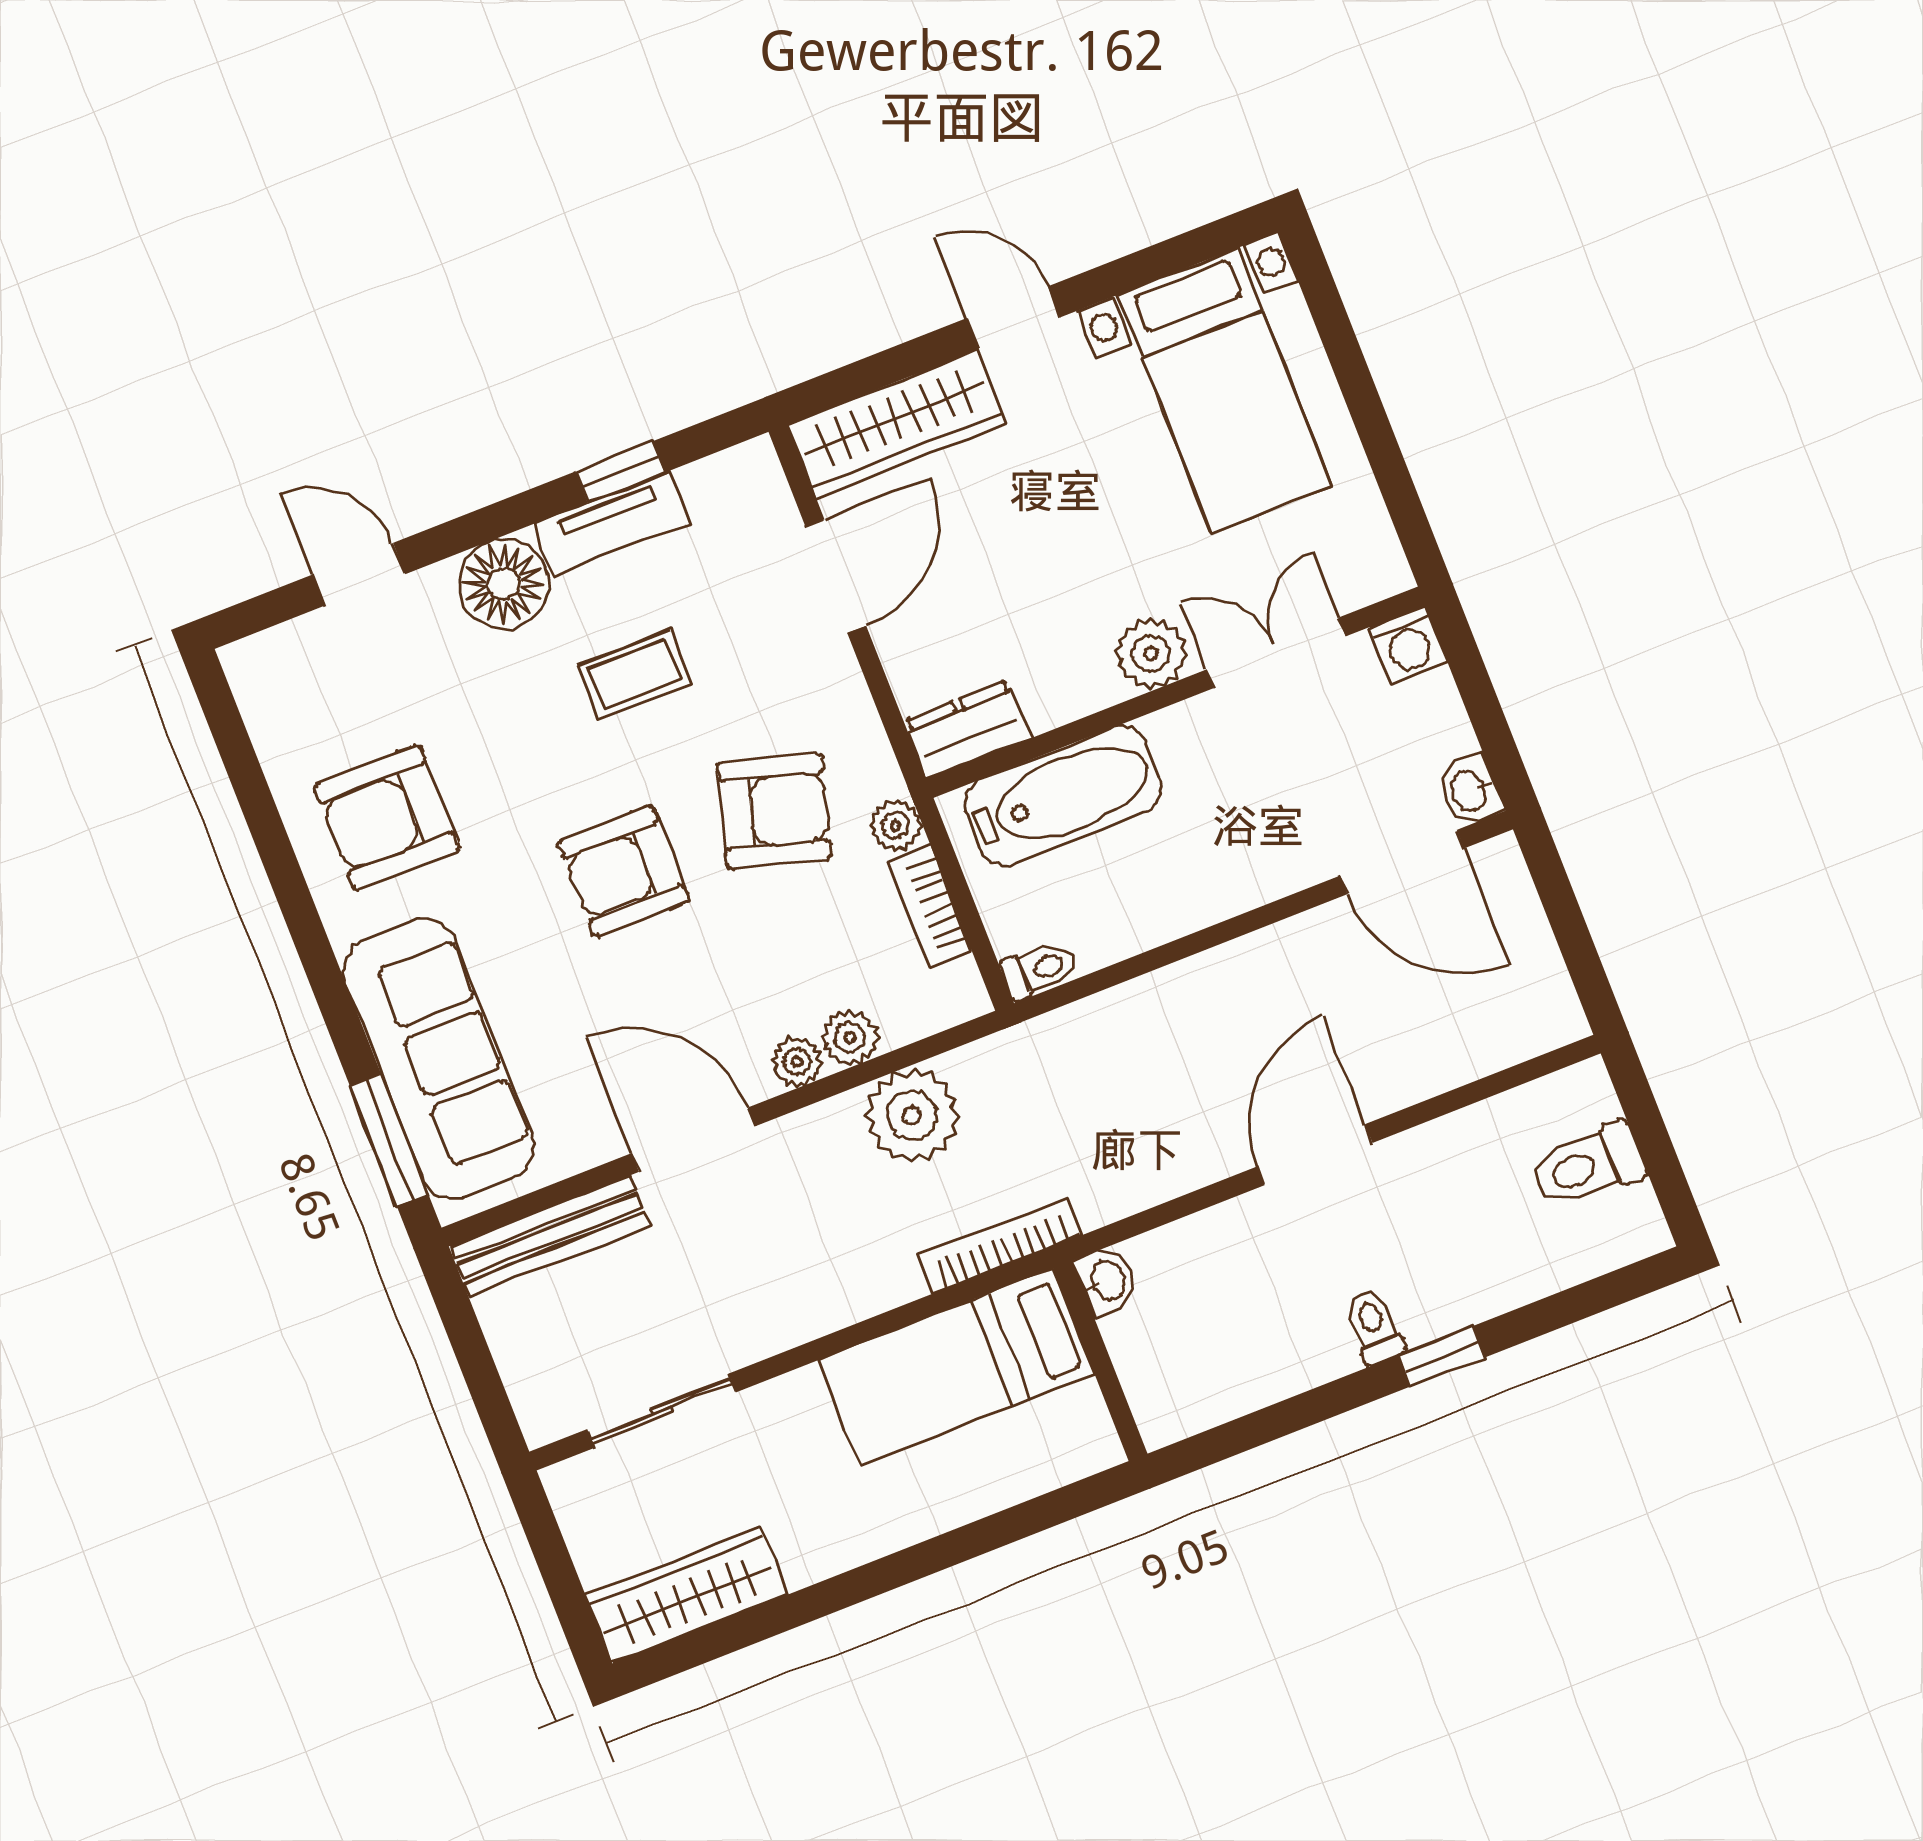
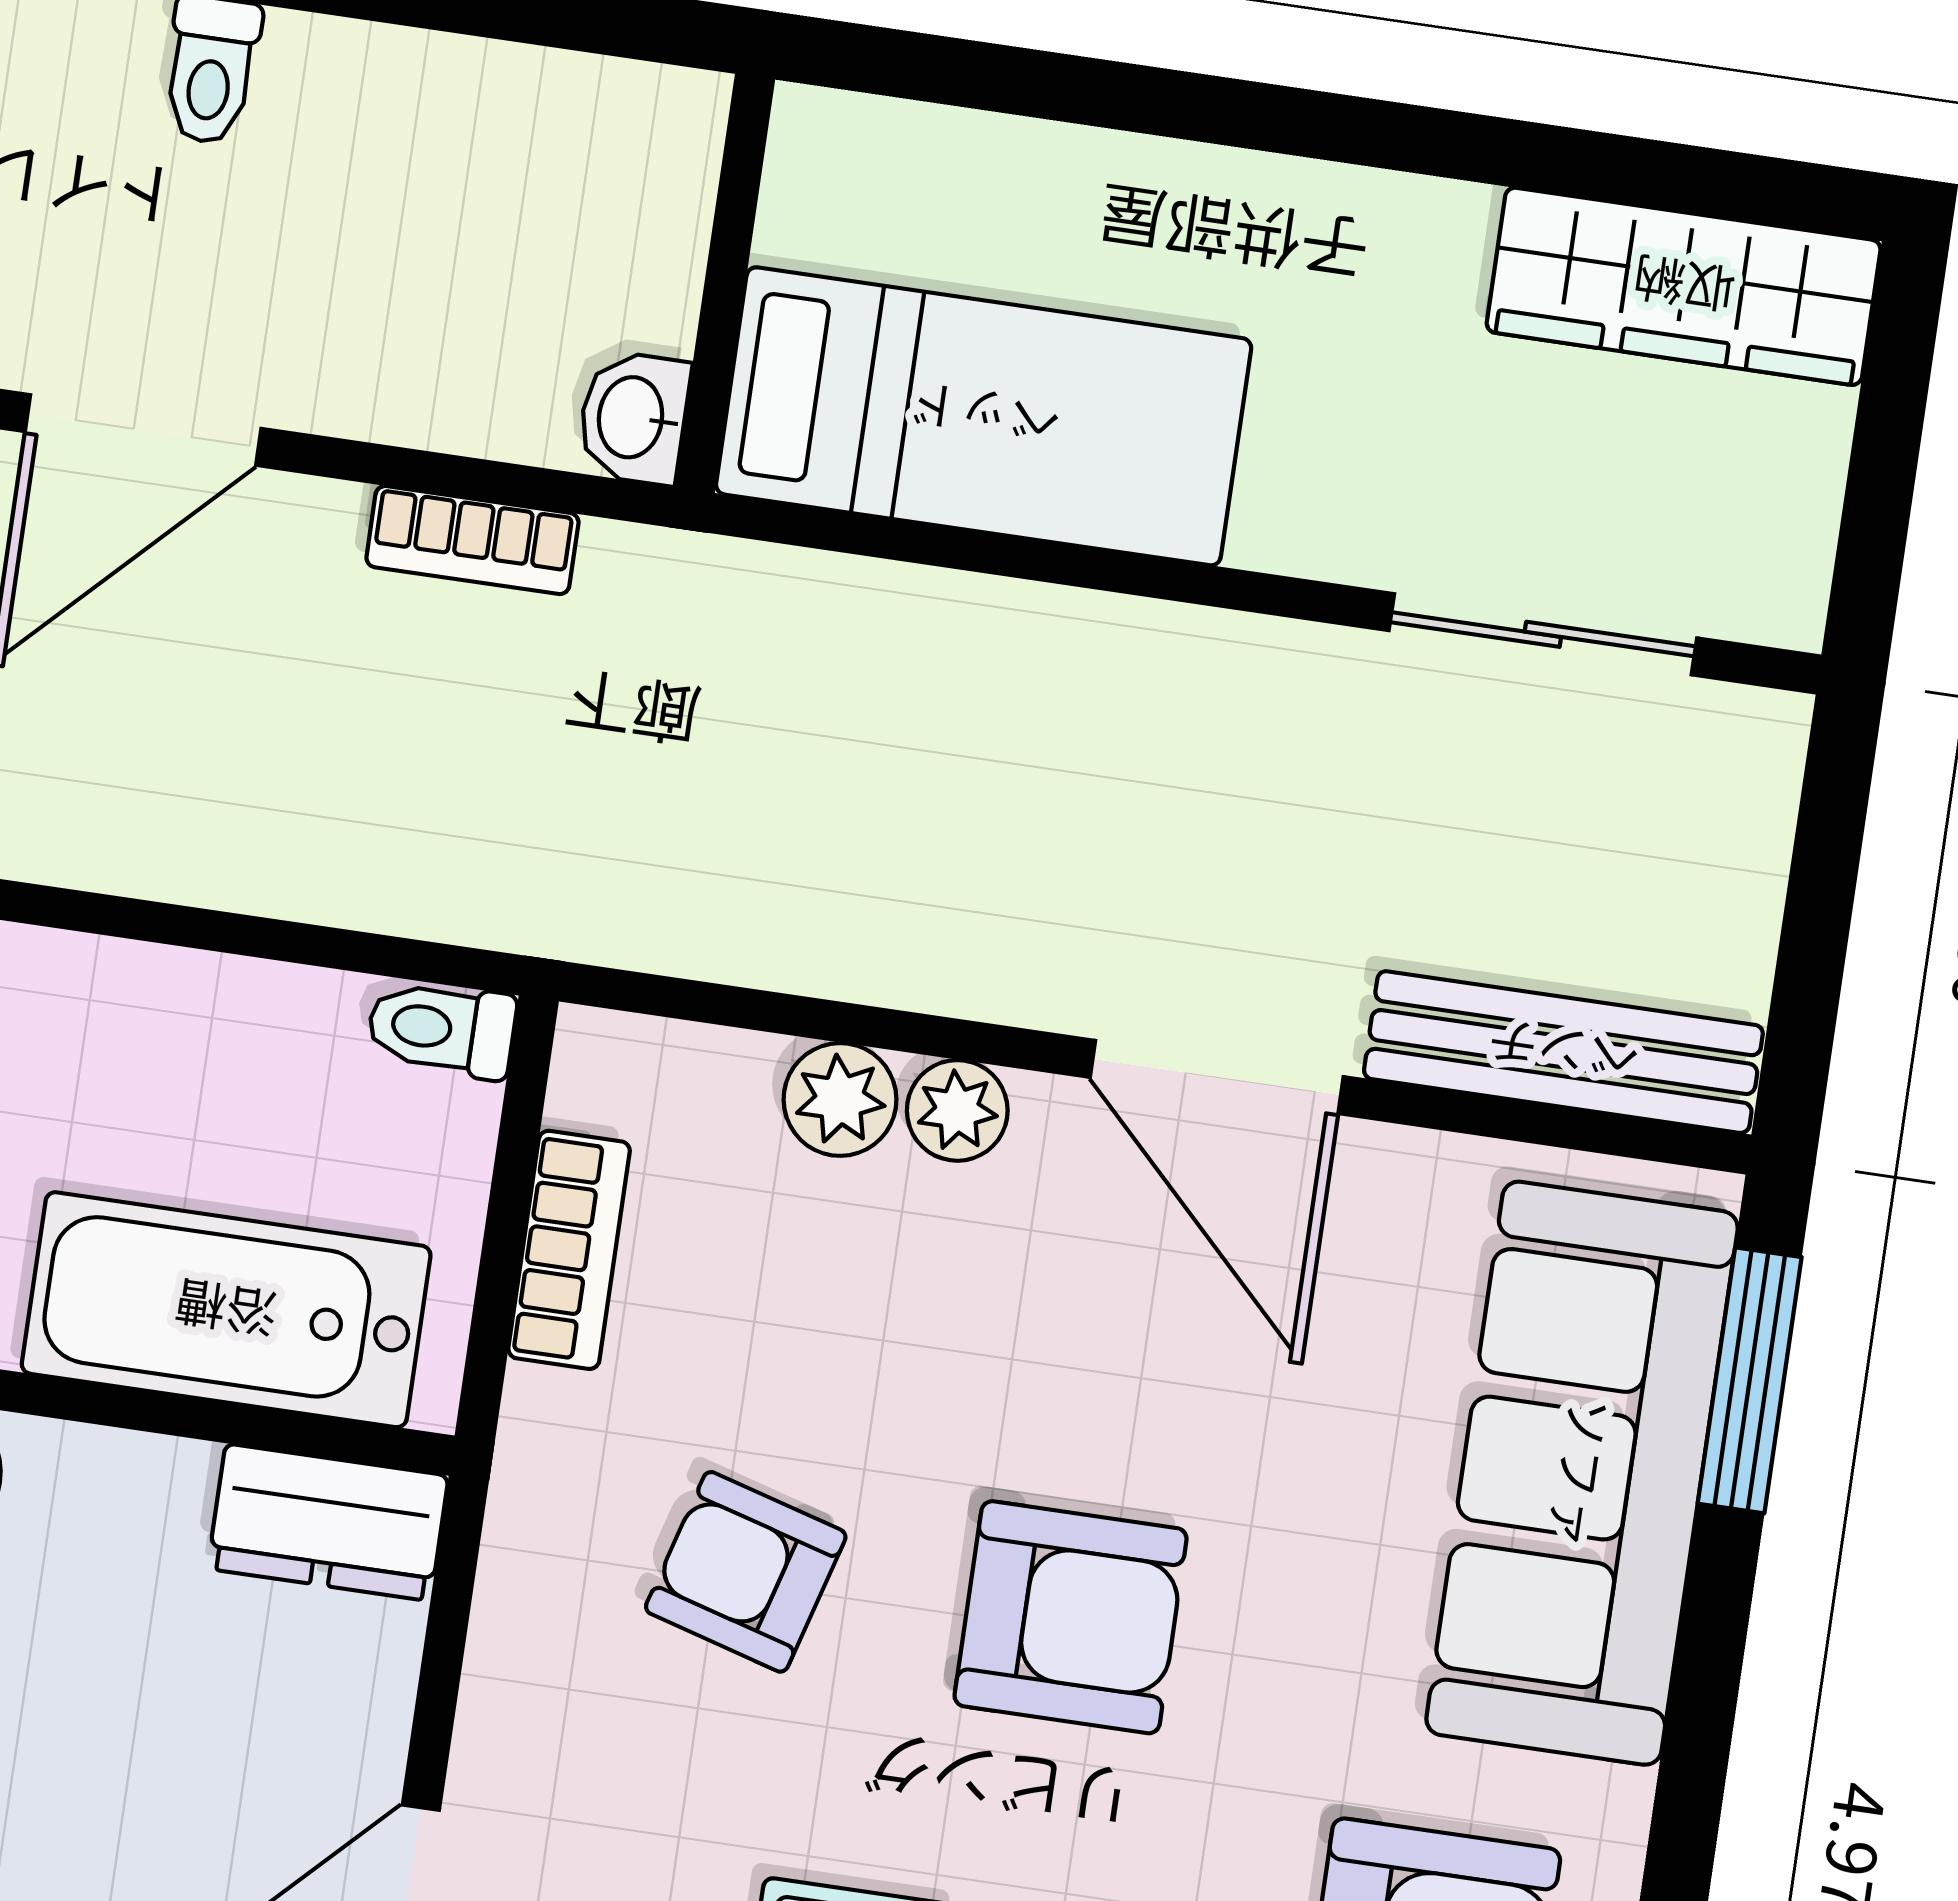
armchair: (775, 811) -> (746, 1572), width x0.72, depth x0.72
plant: (896, 825) -> (548, 1425), removed
plant: (912, 1115) -> (810, 901), removed
bookcase: (999, 1246) -> (472, 540), moved, width x0.64

